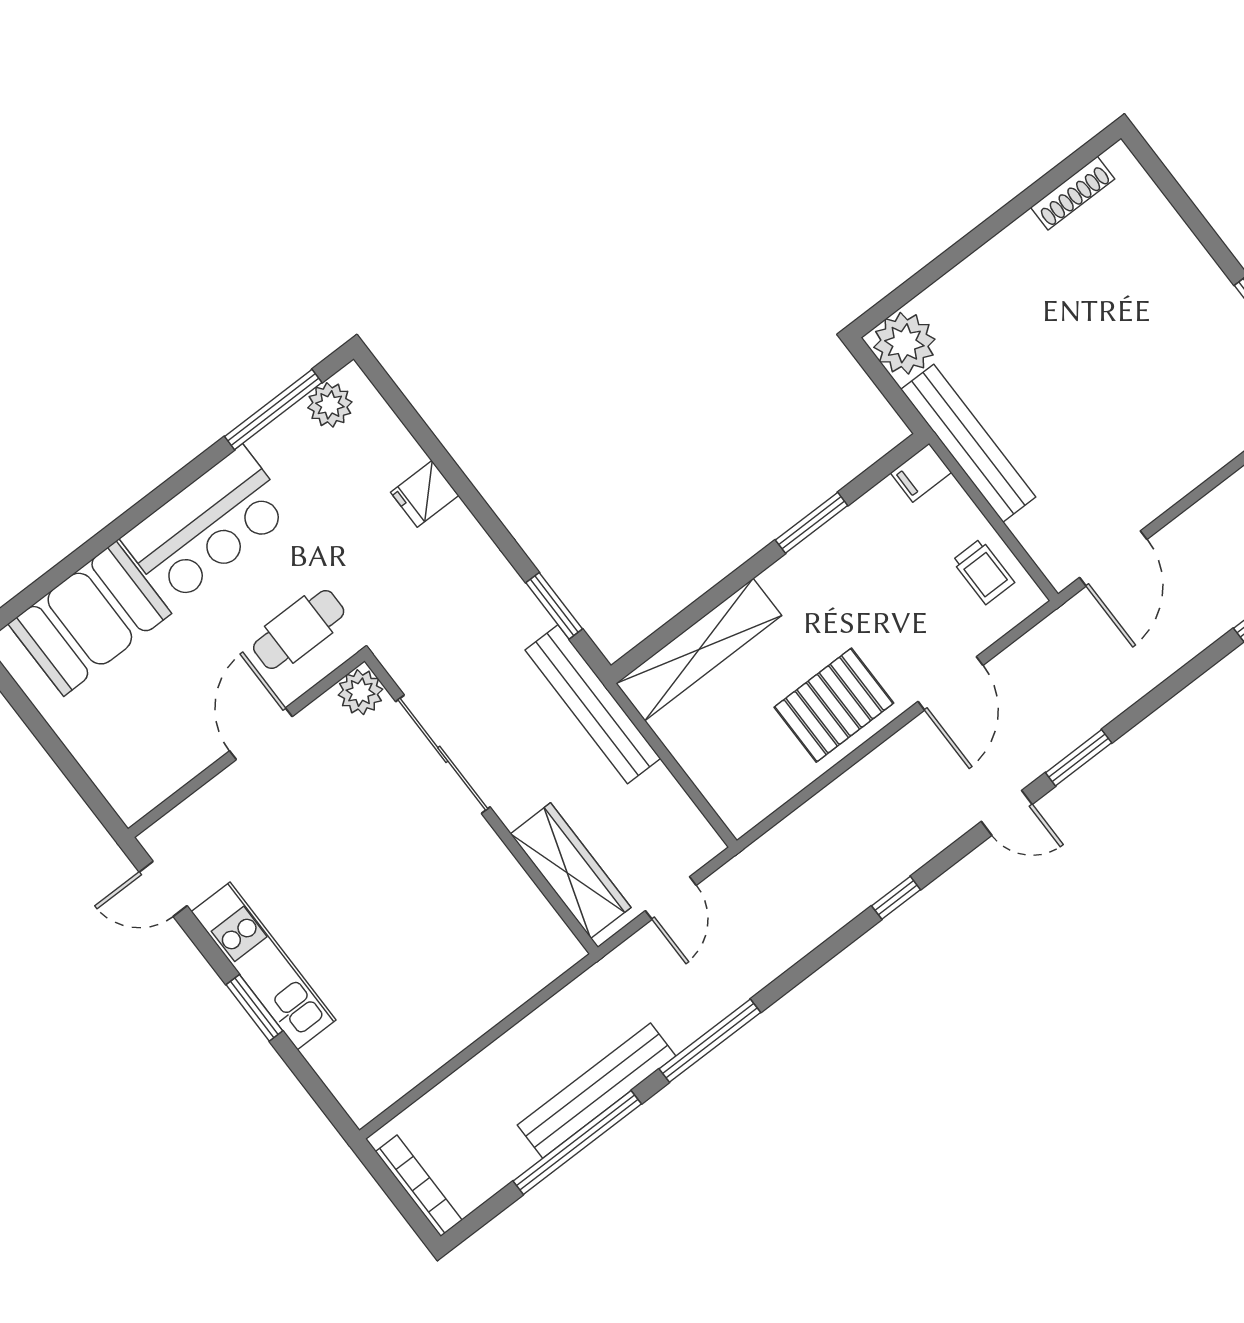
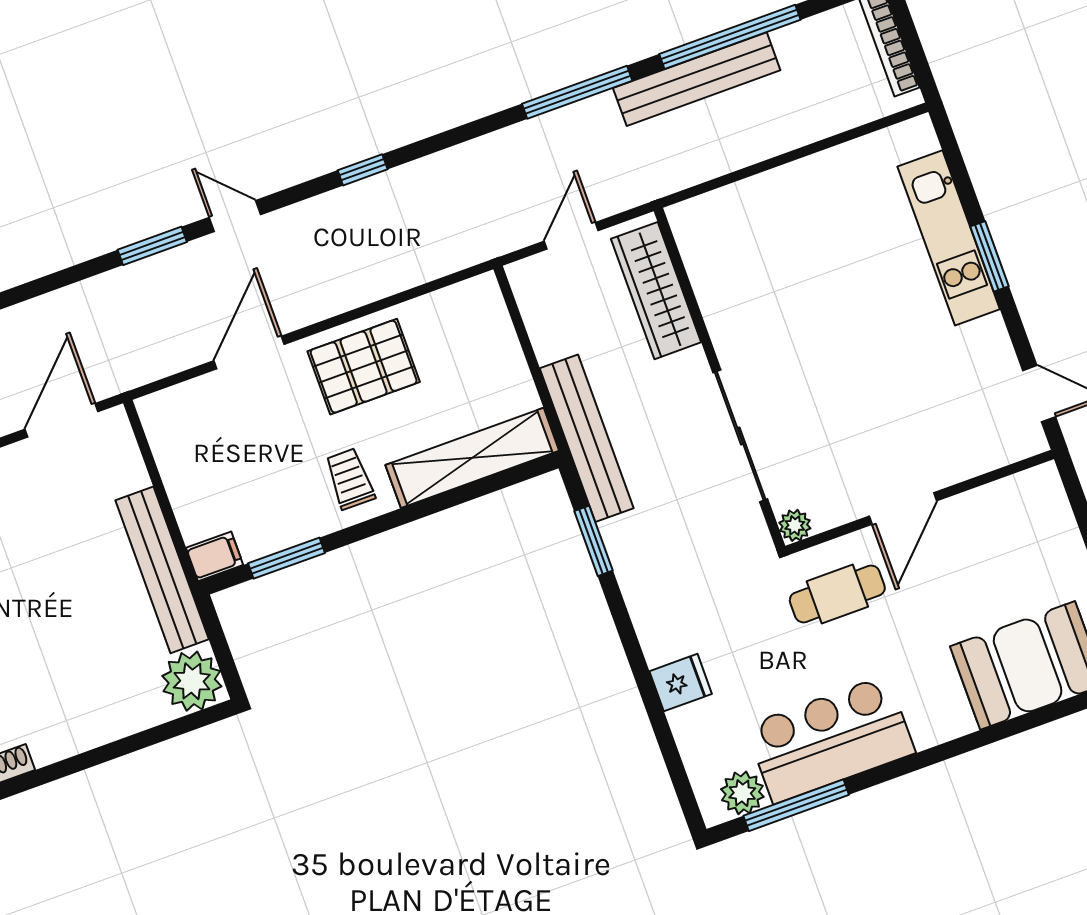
window: (812, 523) -> (287, 558), moved
bar counter: (207, 525) -> (830, 739), moved
trolley: (983, 571) -> (350, 479), moved
plant: (360, 692) -> (795, 525), width x0.73, depth x0.73
kitchen unit: (264, 966) -> (949, 238), moved

